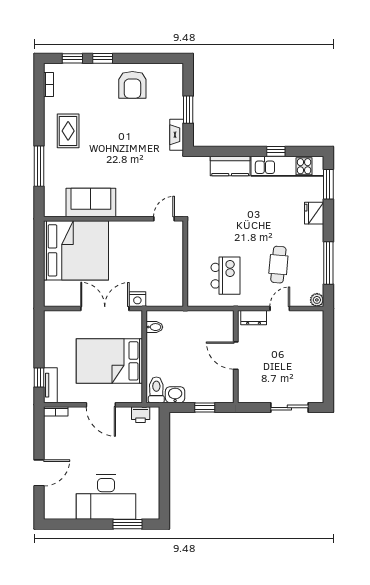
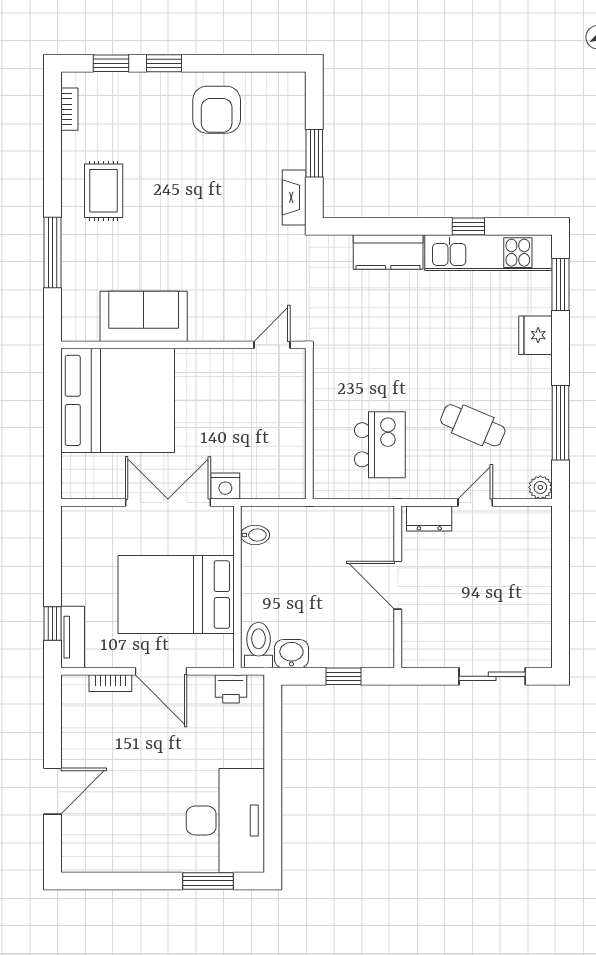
cafe table: (278, 265) -> (473, 425), turned -72
bookcase: (56, 411) -> (110, 683), moved
desk: (106, 497) -> (225, 820), moved, turned -90

